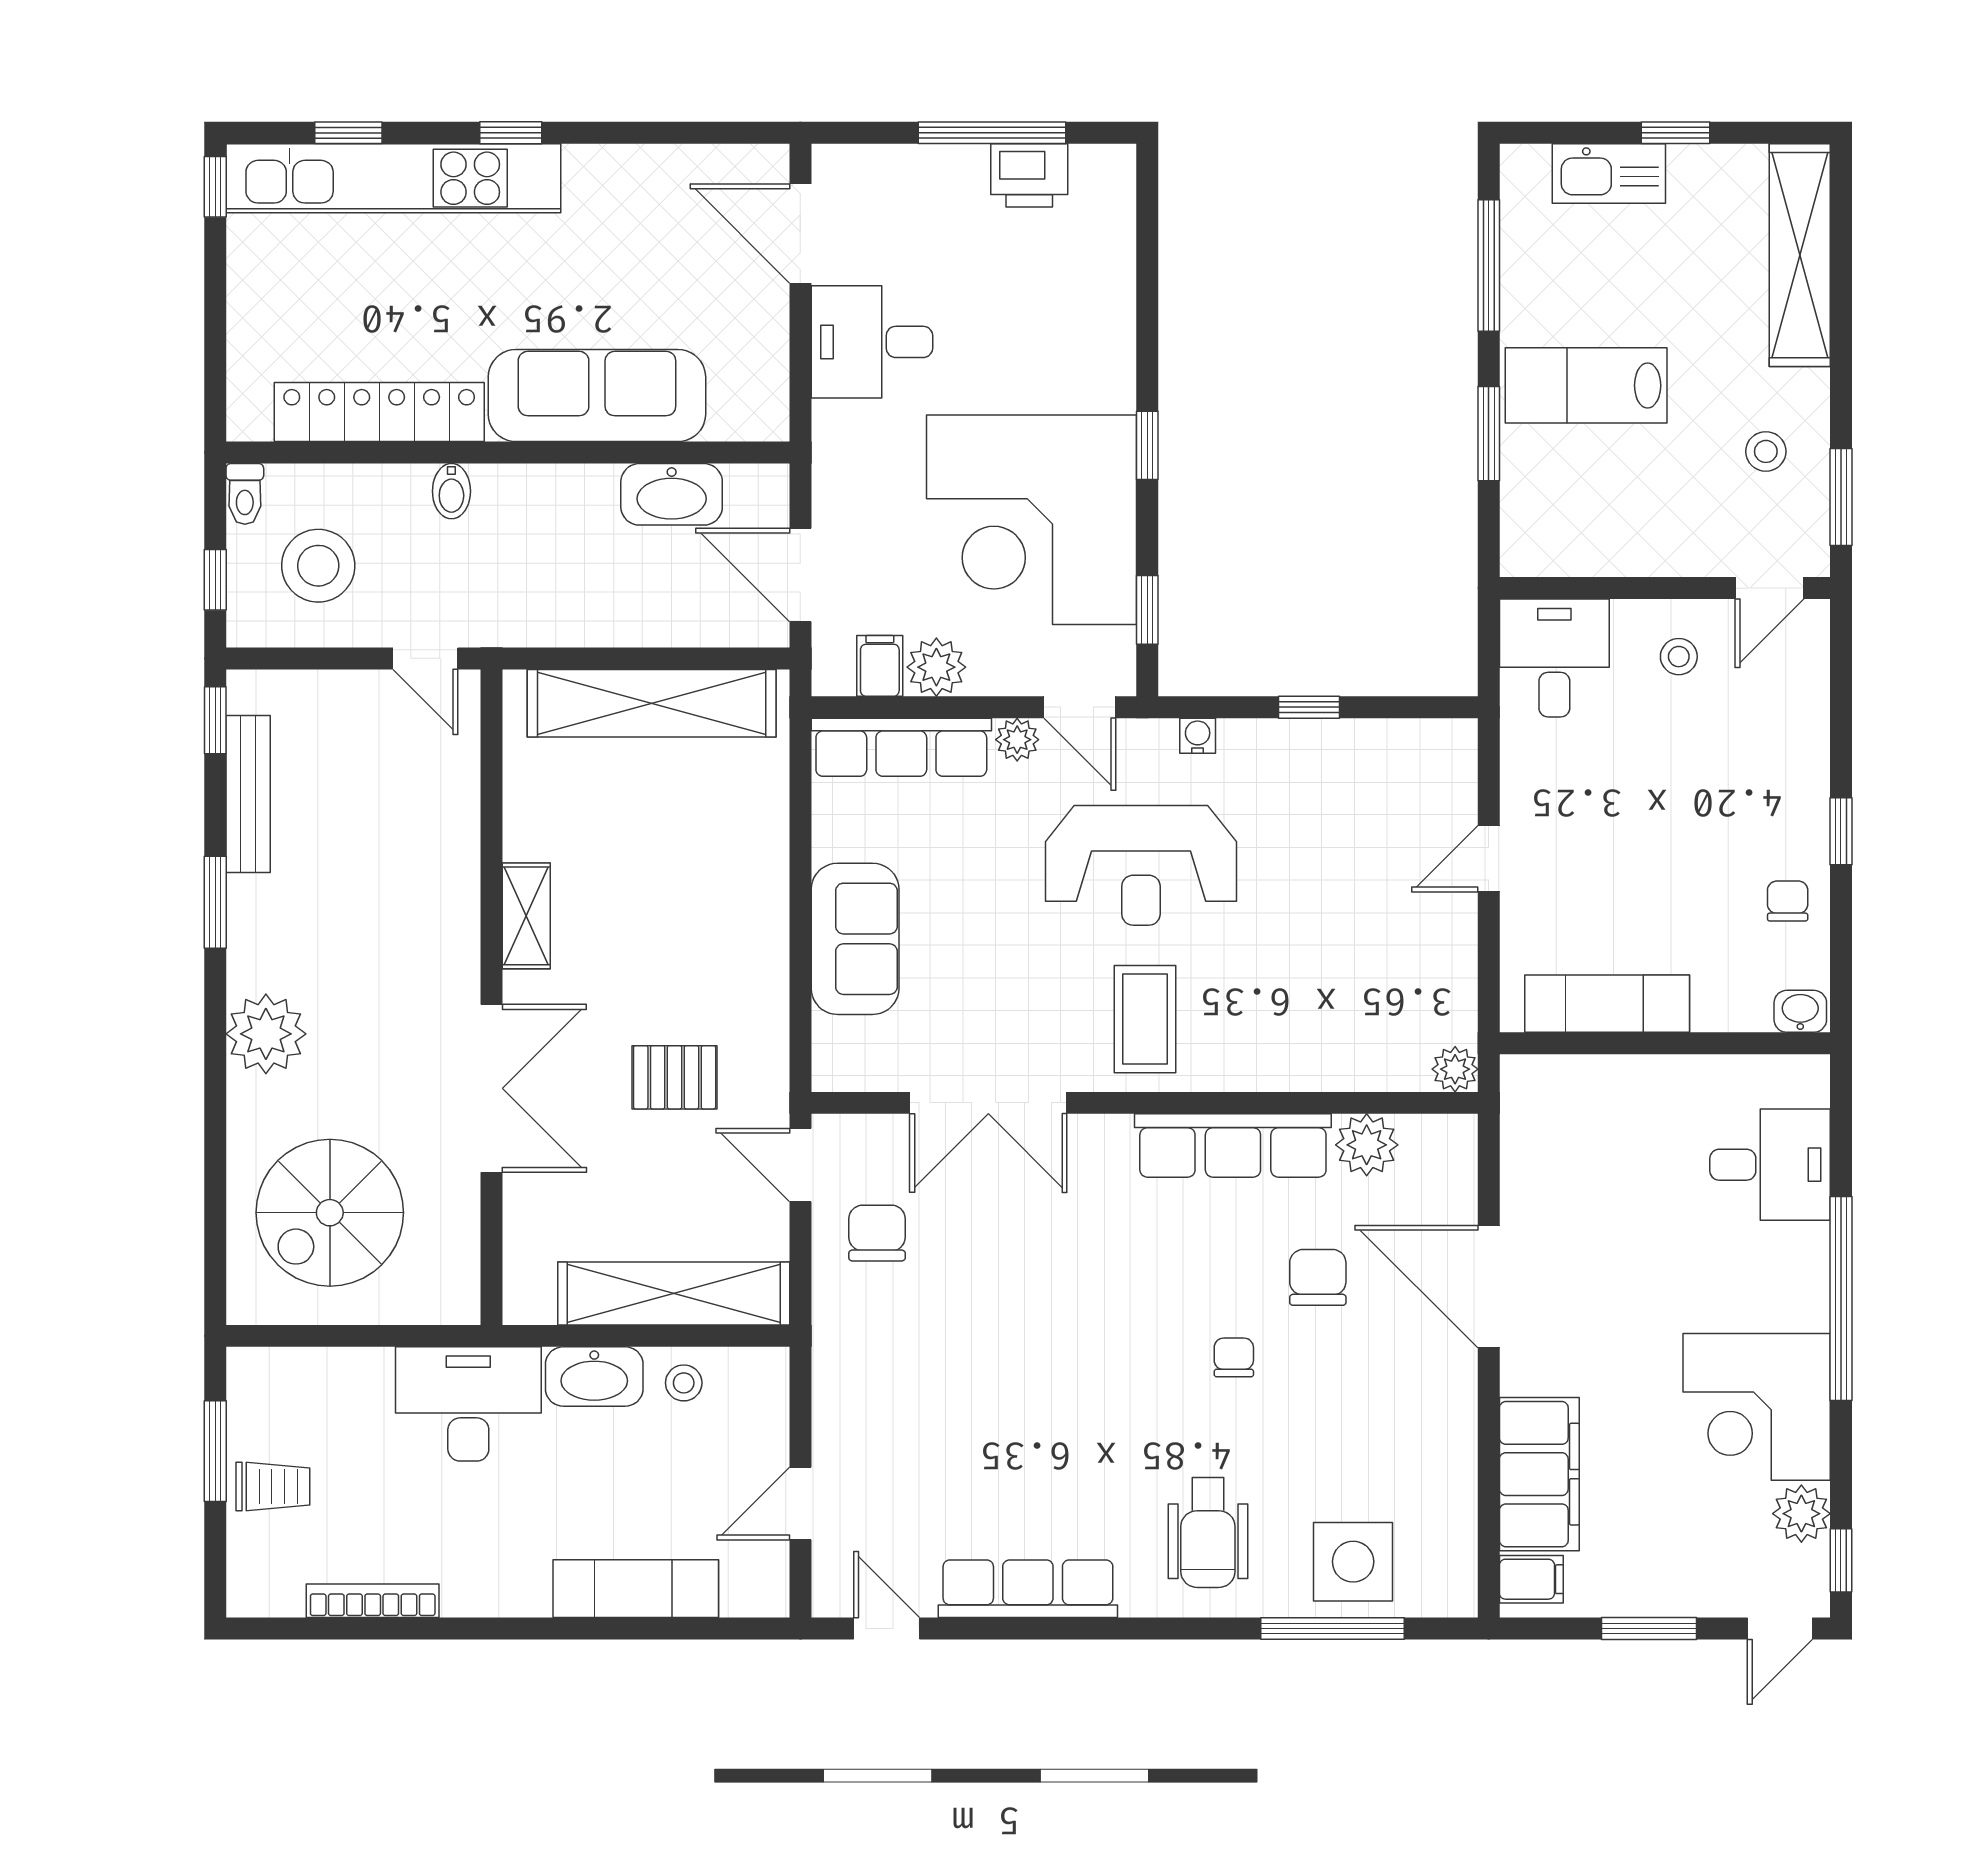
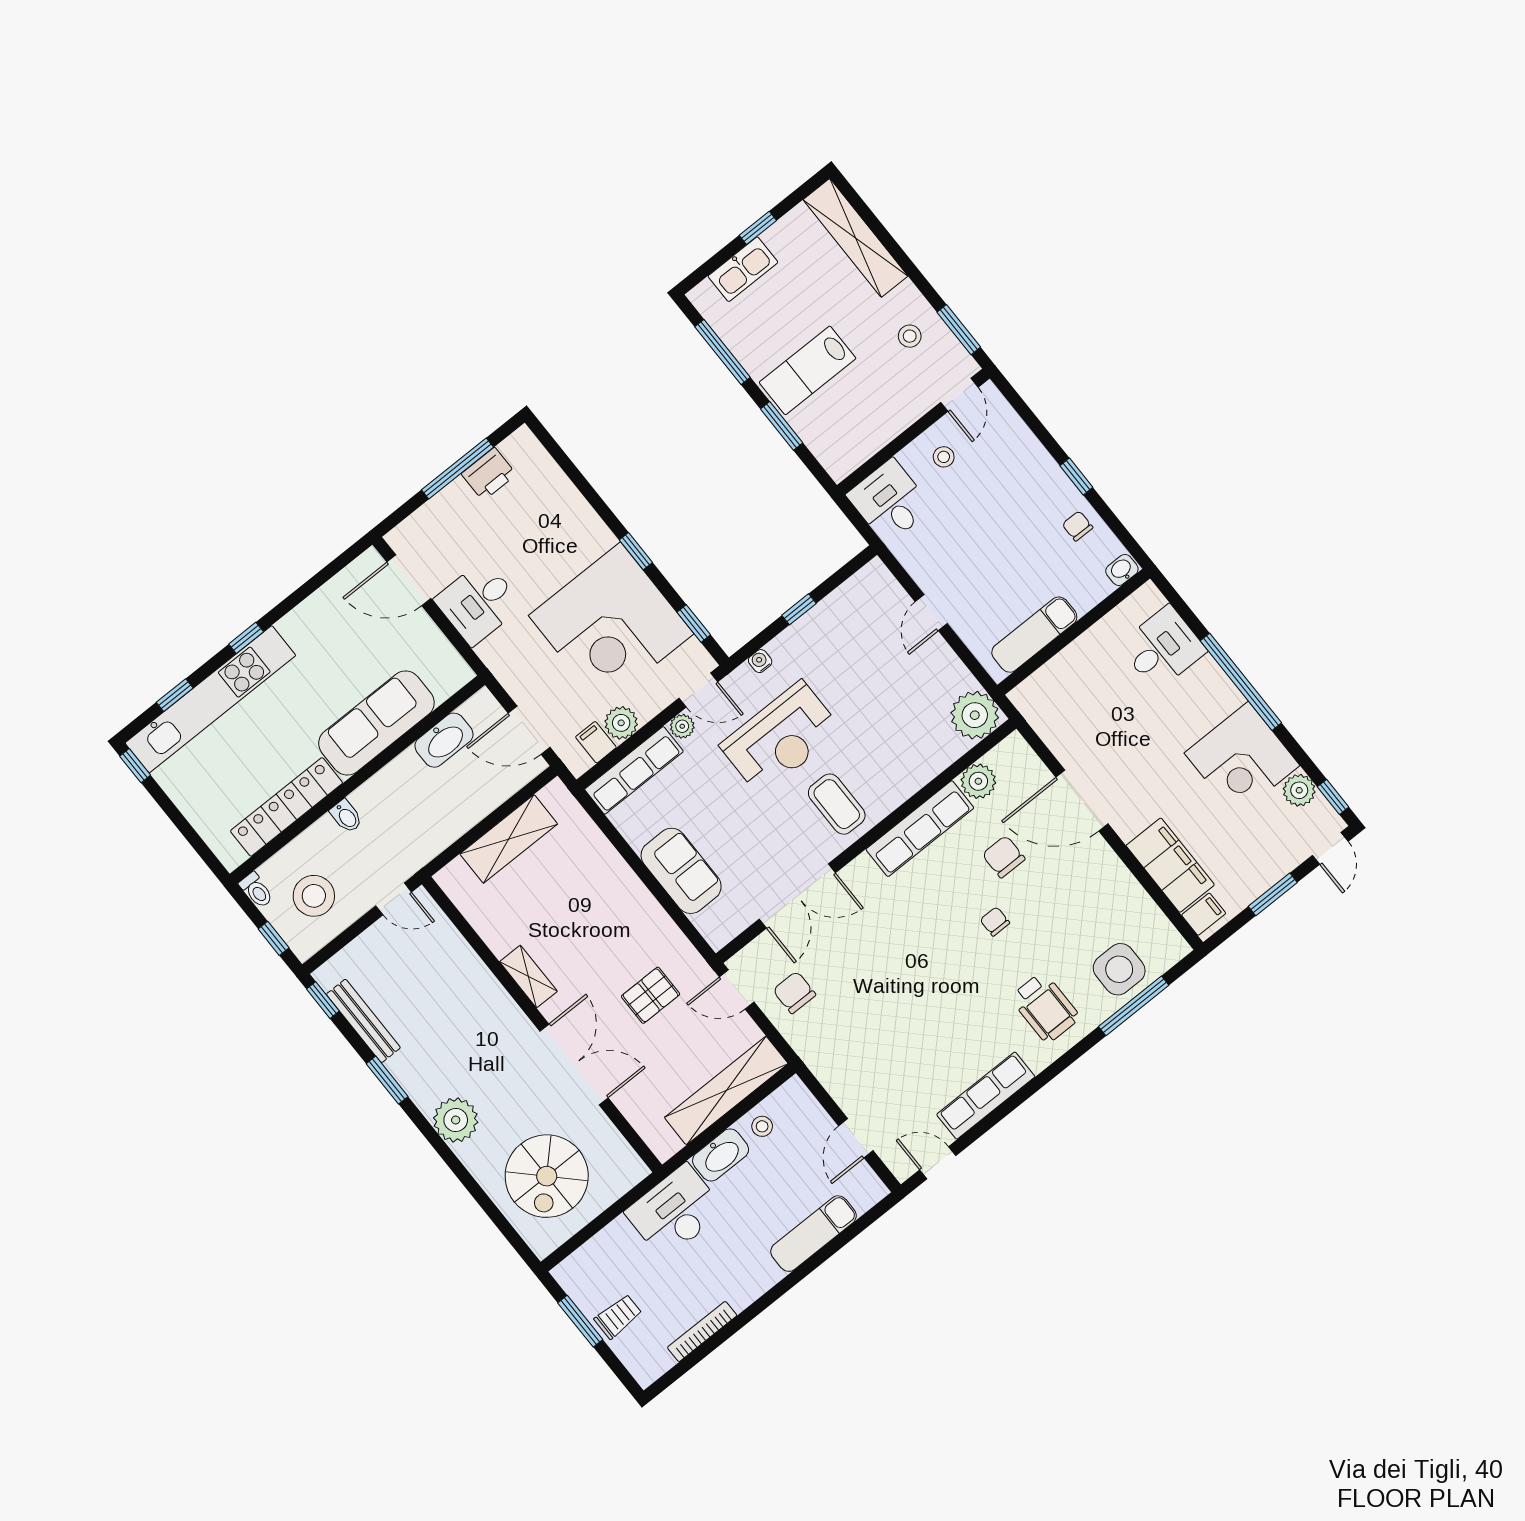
shelving: (652, 703) -> (509, 839), width x0.68
plant: (1455, 1069) -> (975, 715), width x1.88, depth x1.88

